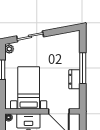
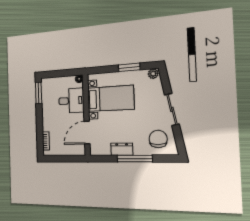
sliding door: (30, 36) -> (172, 109), moved
chair: (66, 47) -> (158, 139), added

